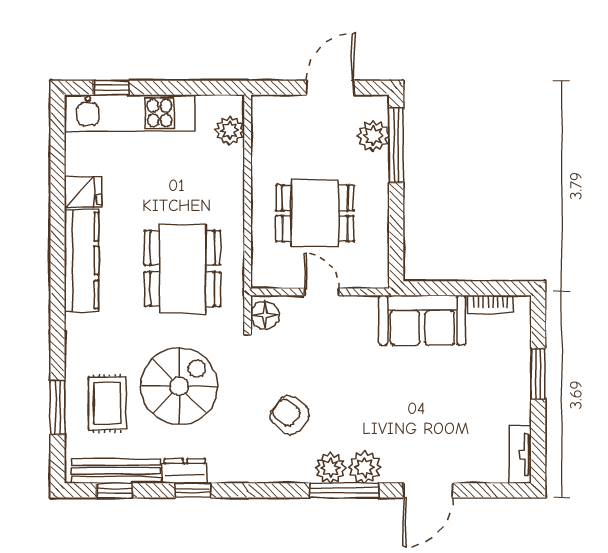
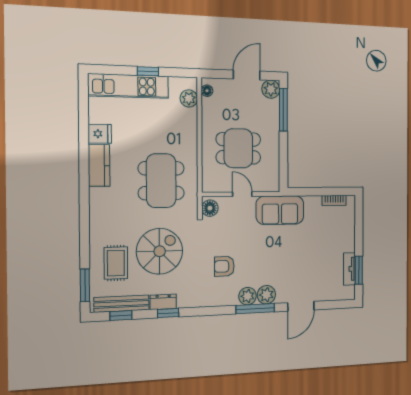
window: (111, 88) -> (148, 71), moved
floor lamp: (261, 117) -> (207, 91), added
plant: (373, 136) -> (271, 89), moved
kitchen counter: (81, 261) -> (99, 166), width x0.67
sofa: (422, 320) -> (280, 210), moved
window: (538, 374) -> (359, 270), moved
window: (57, 408) -> (85, 285), moved
armchair: (290, 415) -> (224, 266), turned -37
tv unit: (520, 454) -> (349, 269), moved

